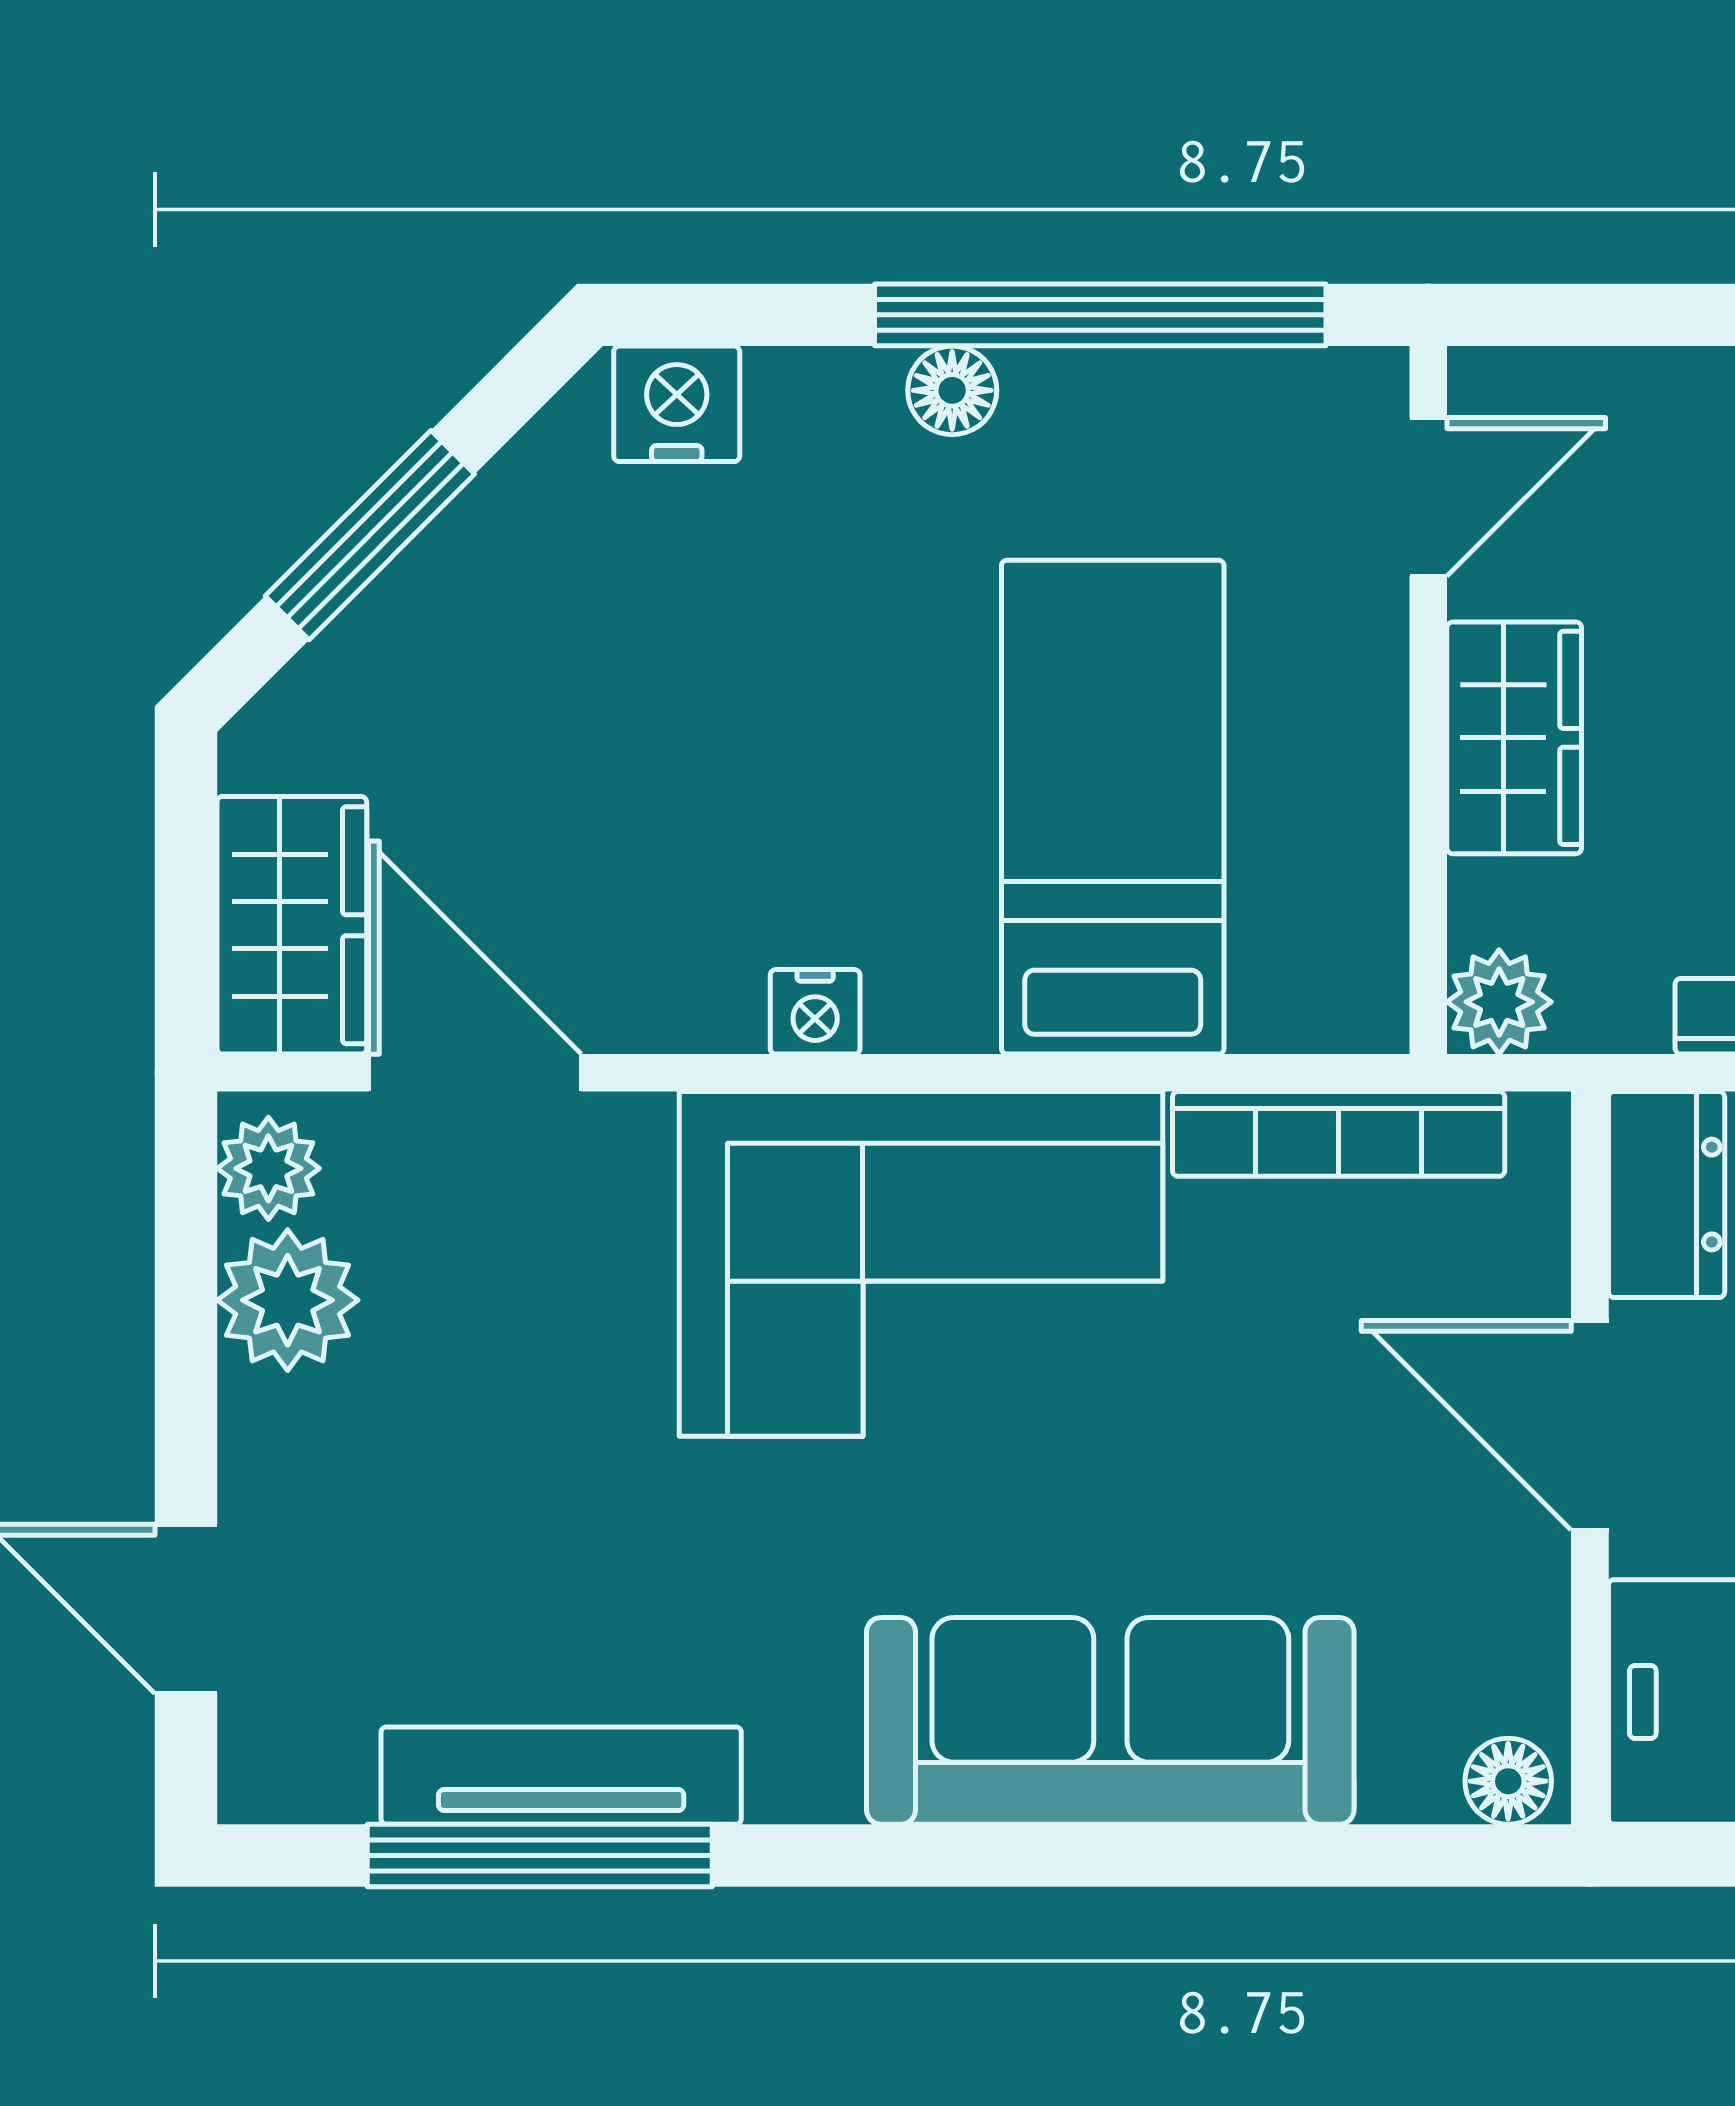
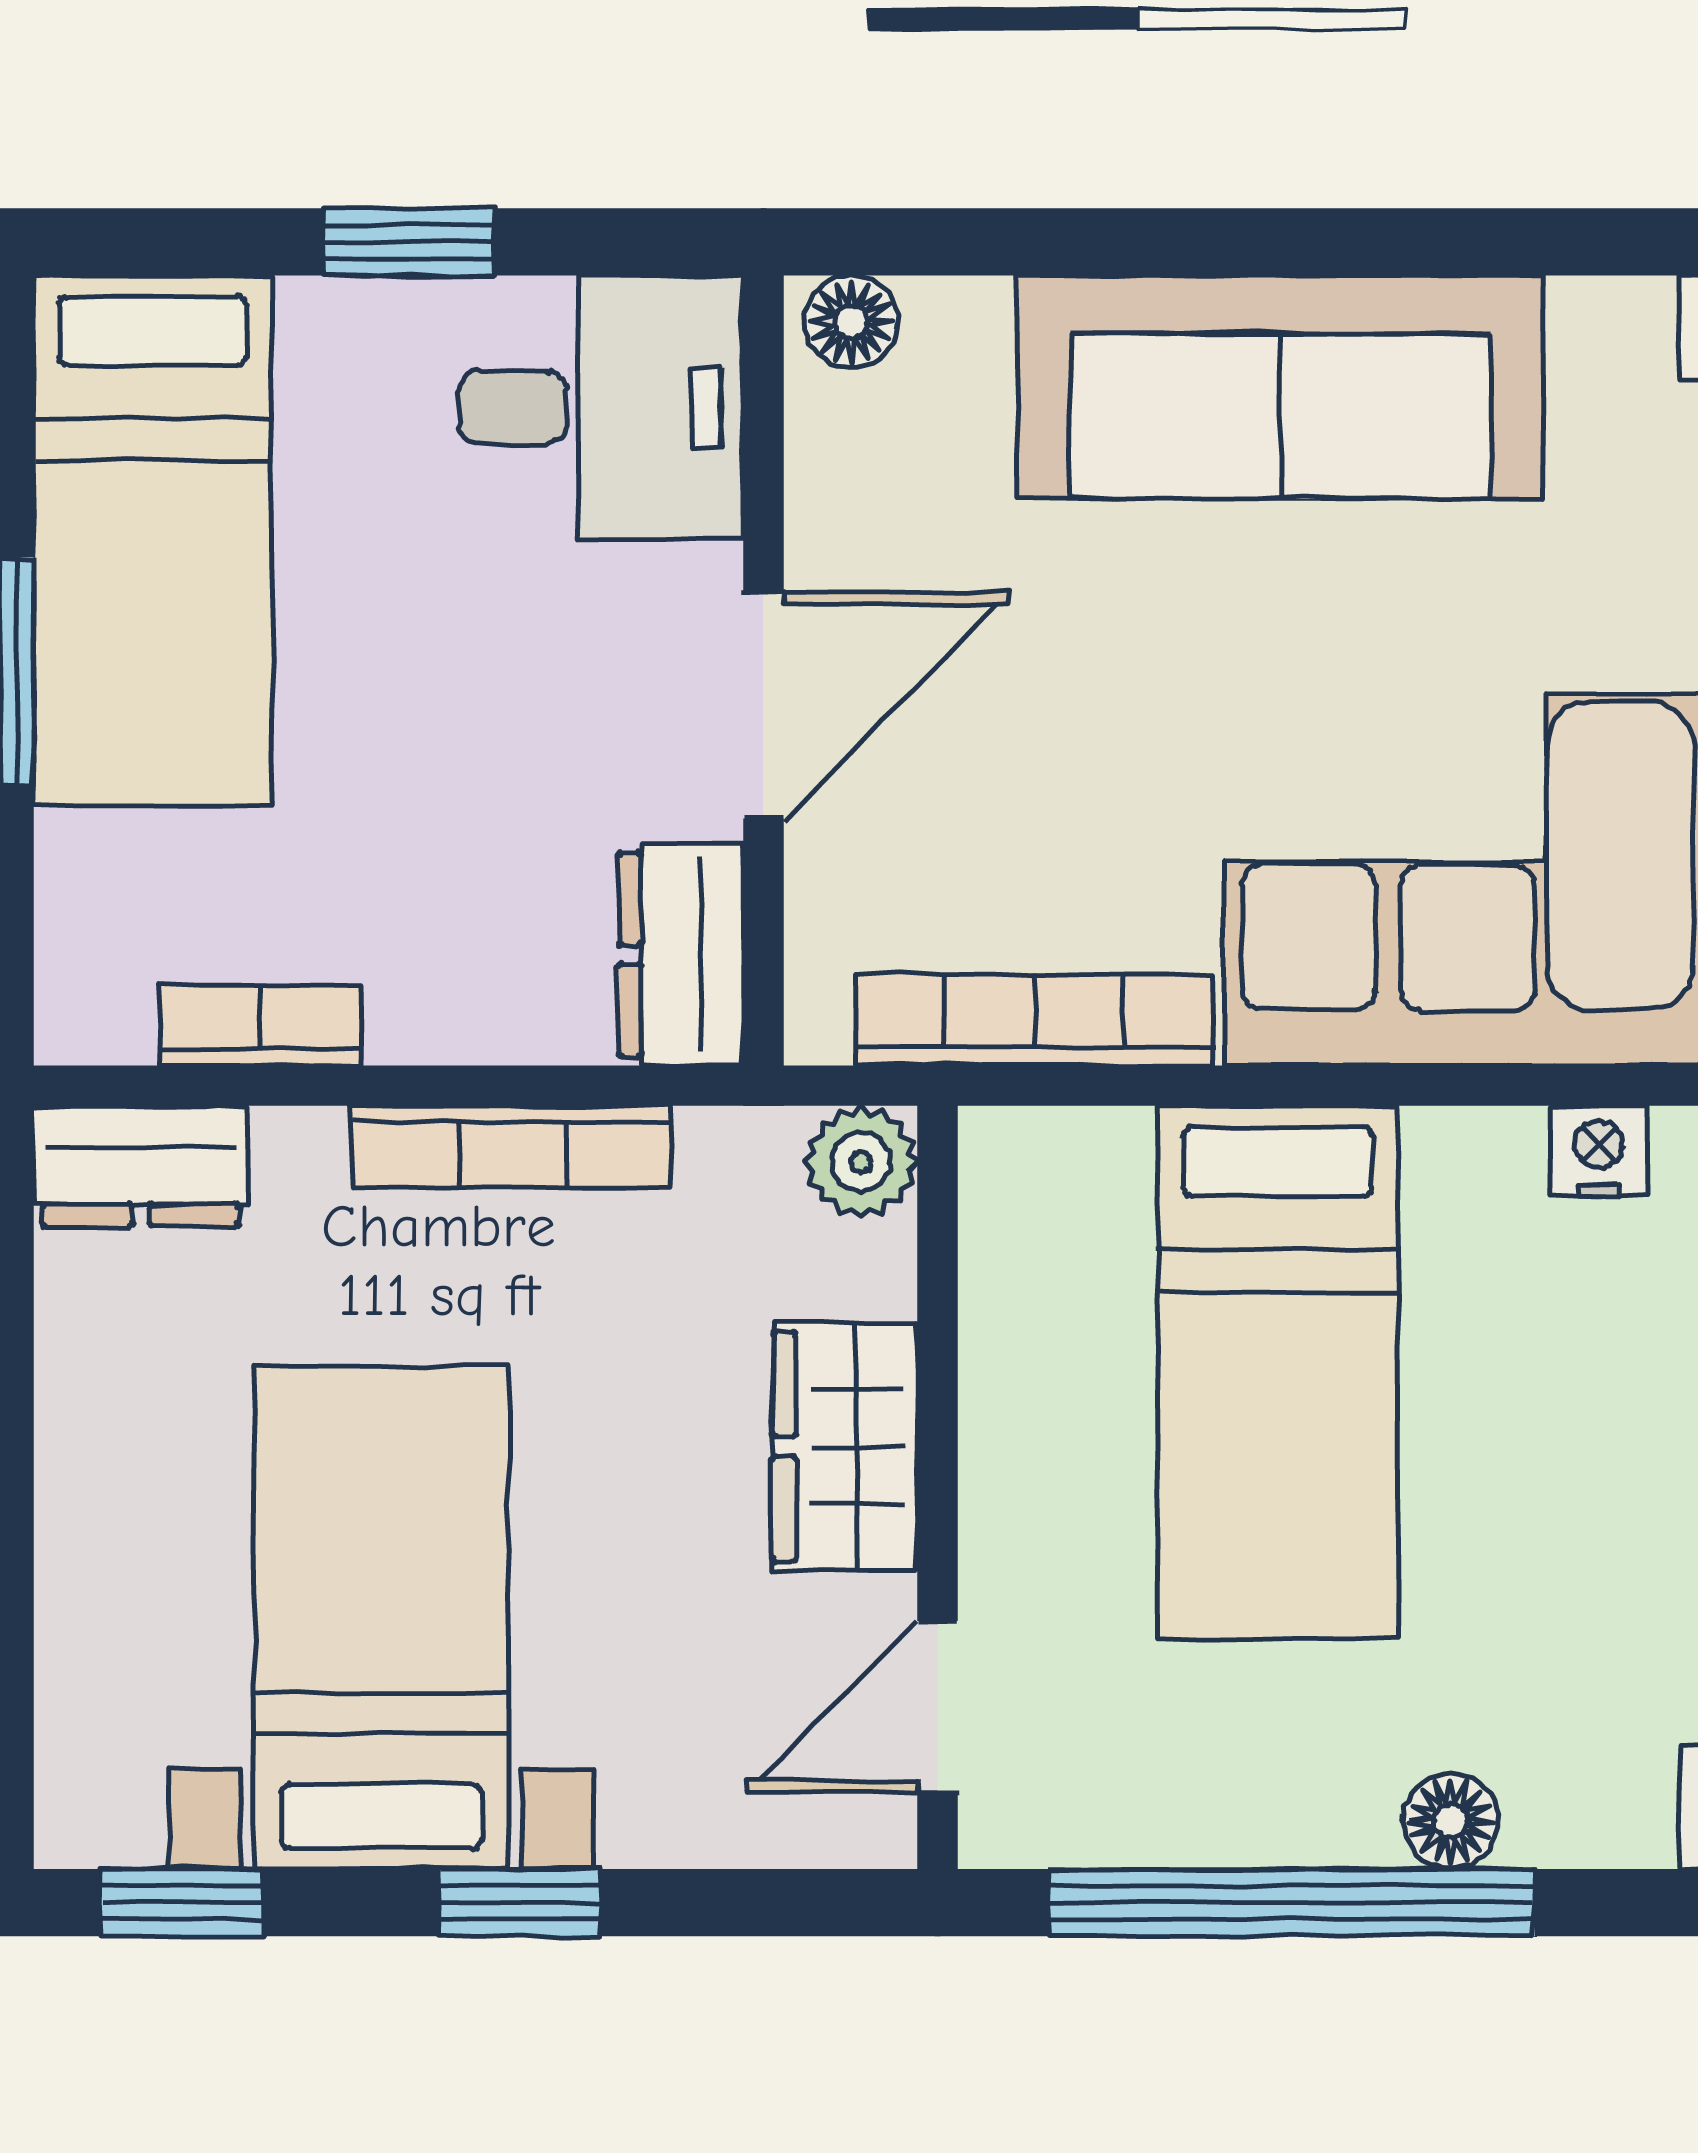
door: (1590, 1425) -> (763, 706), hinge flipped

